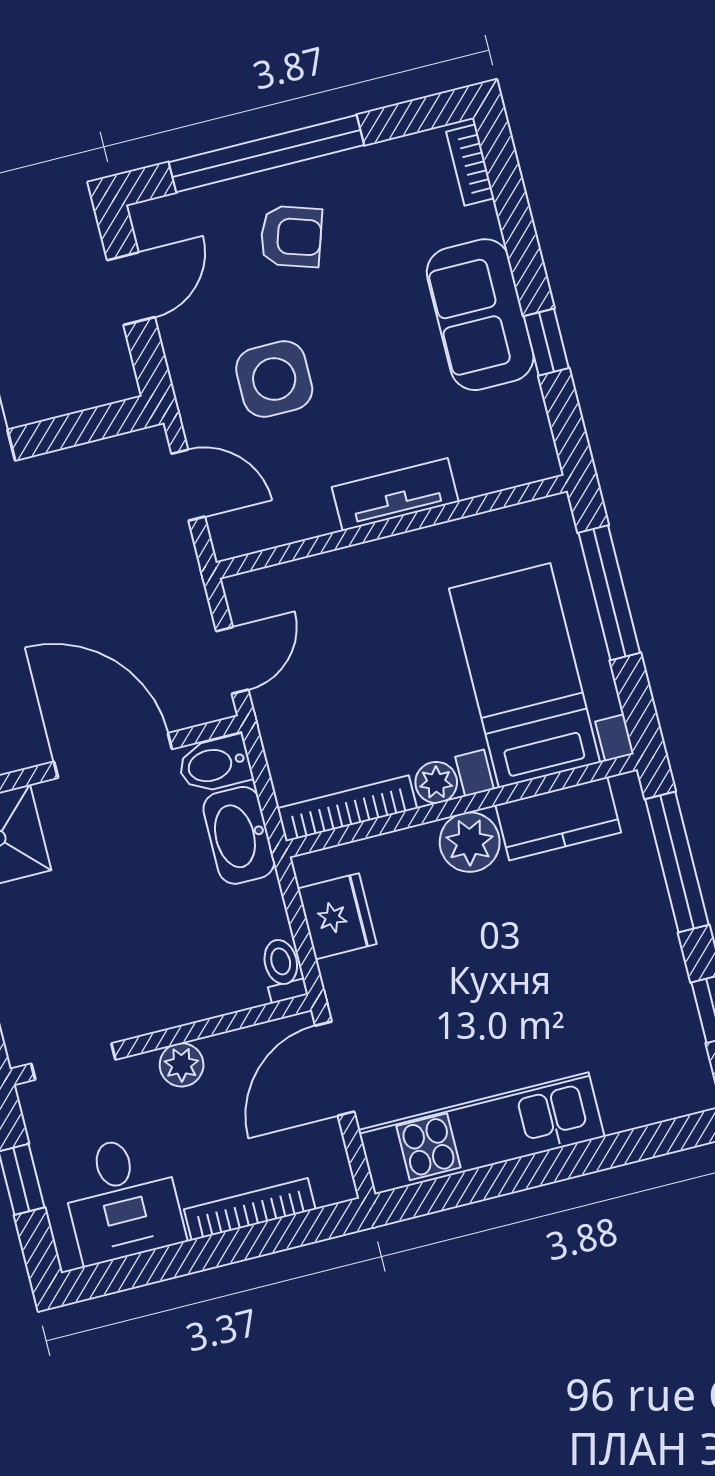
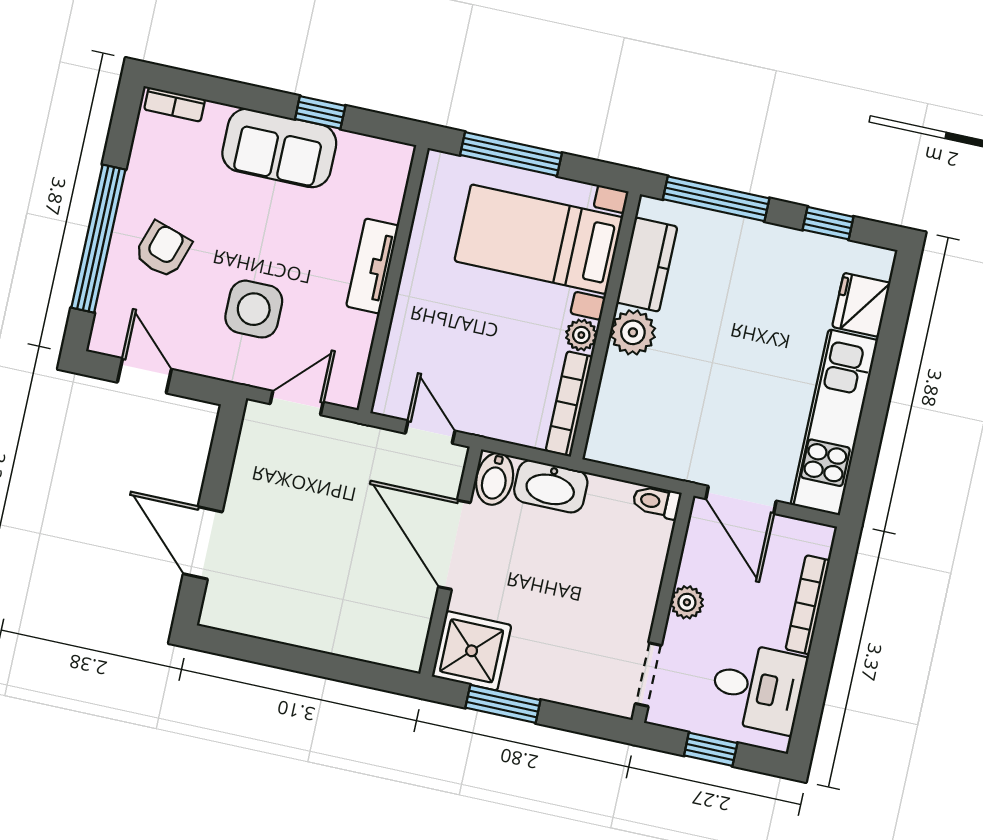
door: (113, 755) -> (454, 545), hinge flipped
fridge: (337, 916) -> (861, 305), moved, turned -90

